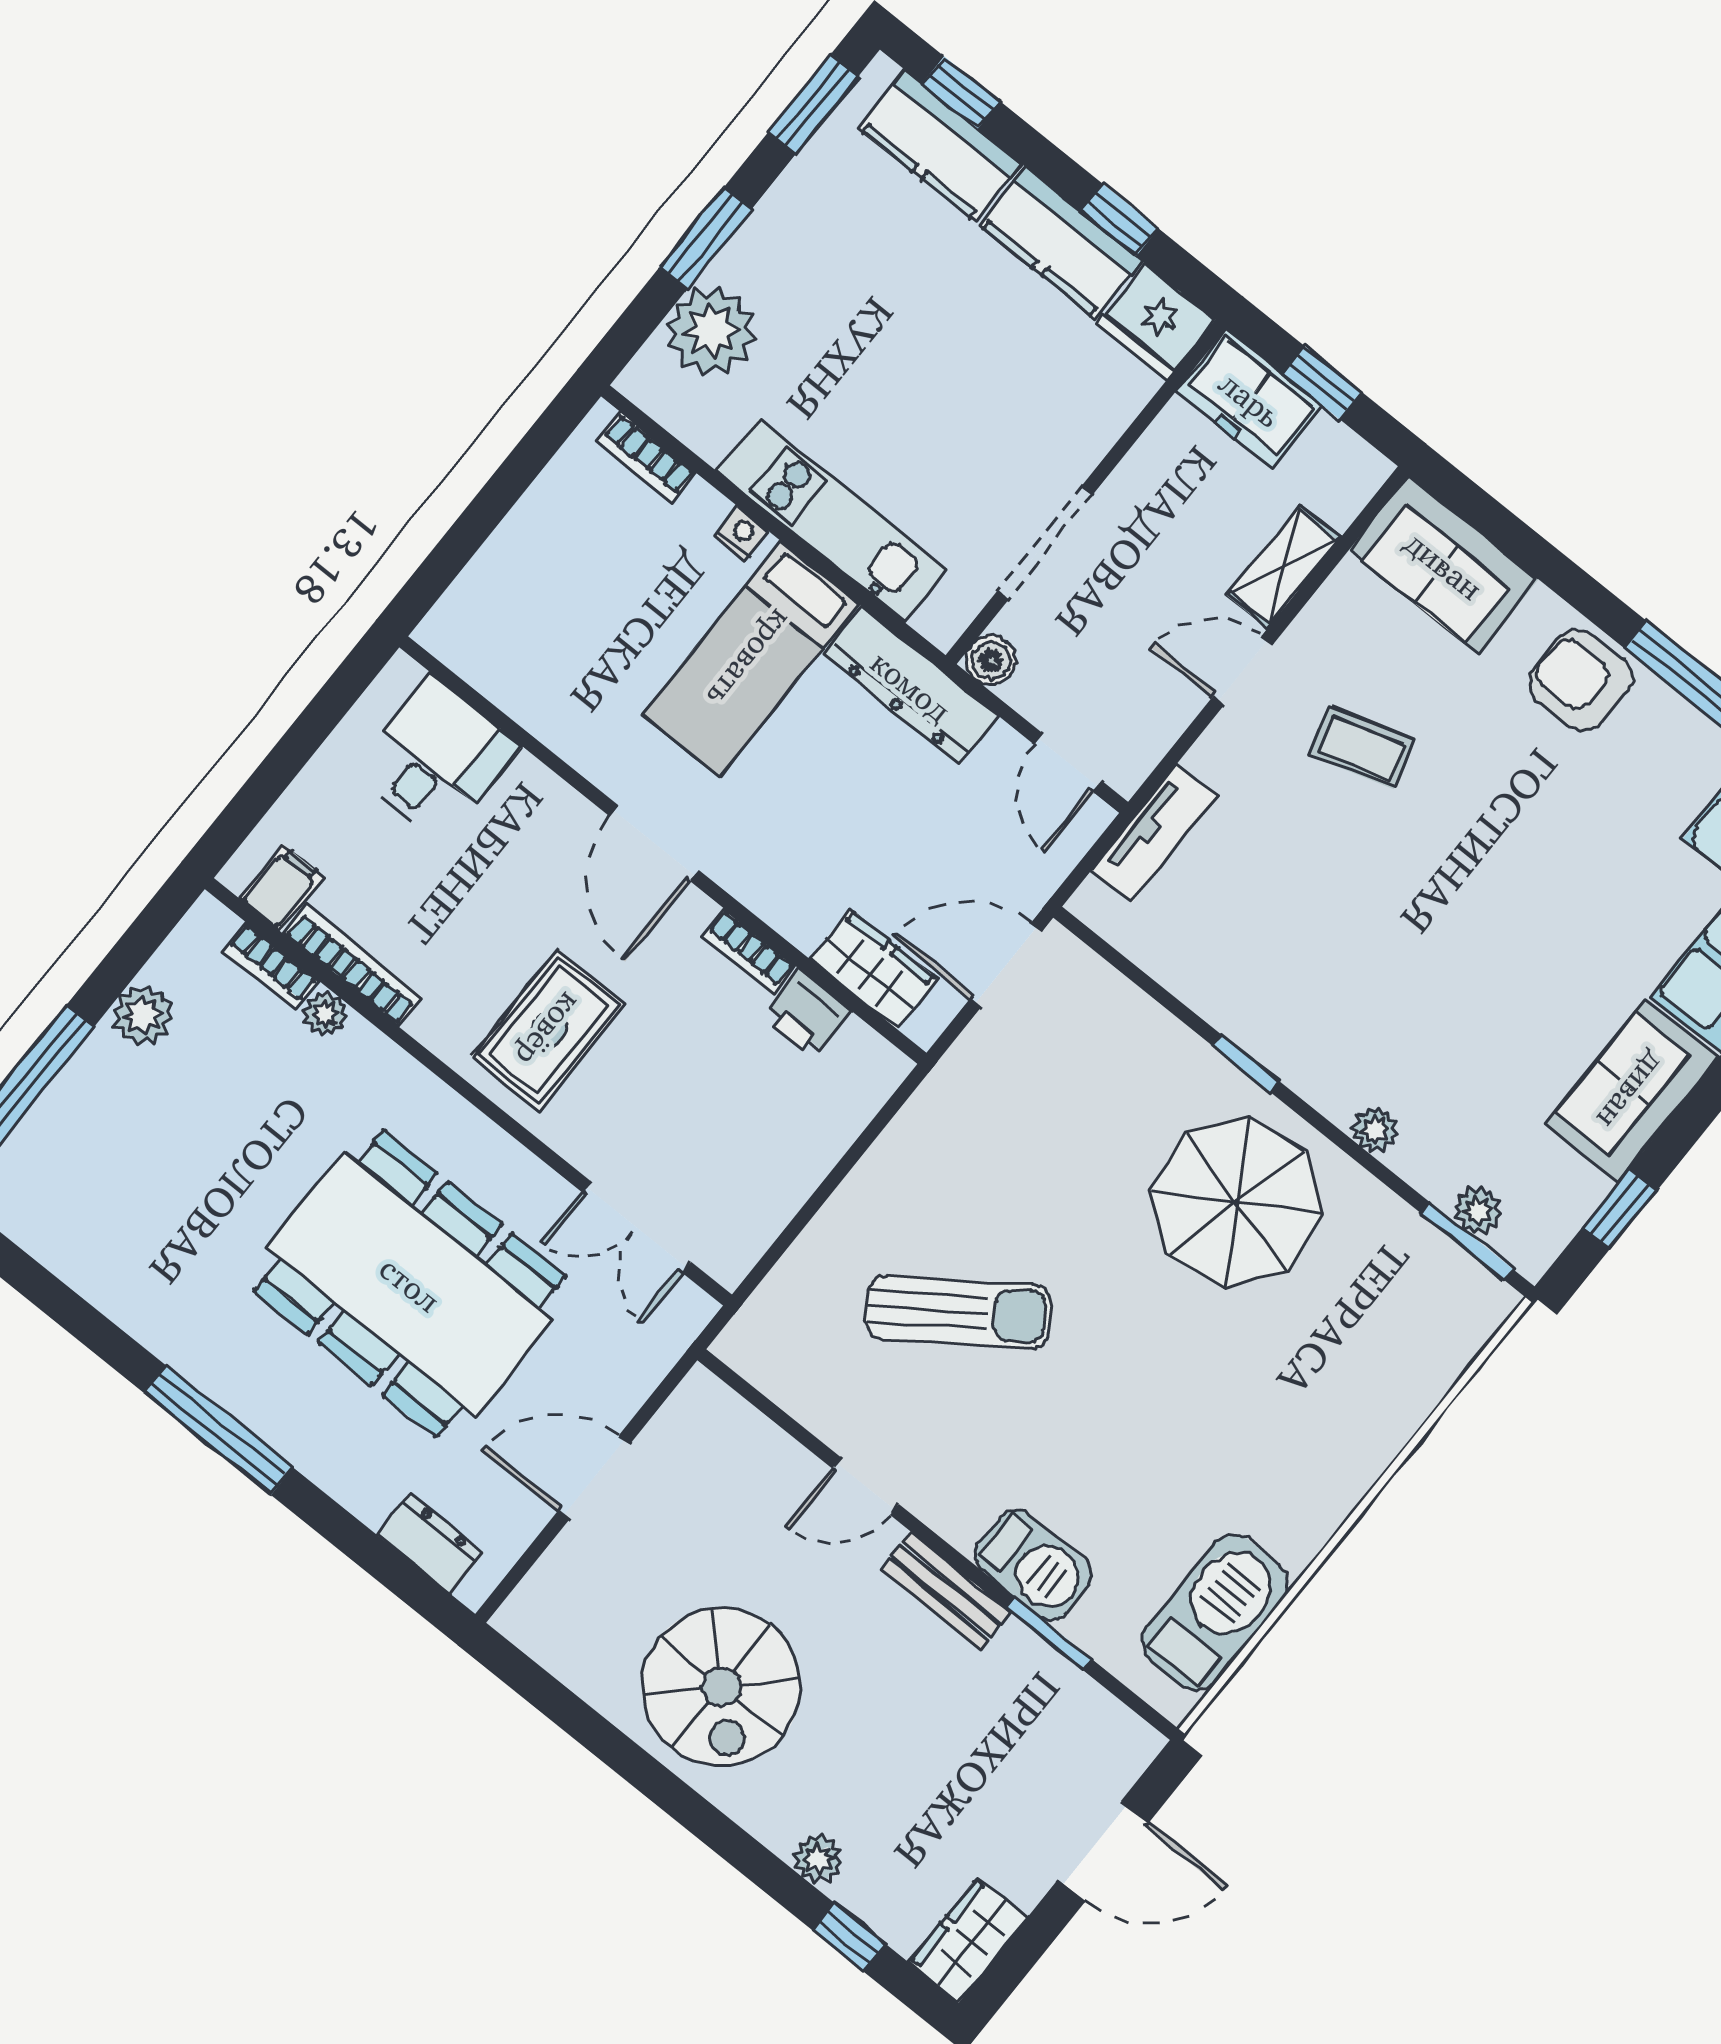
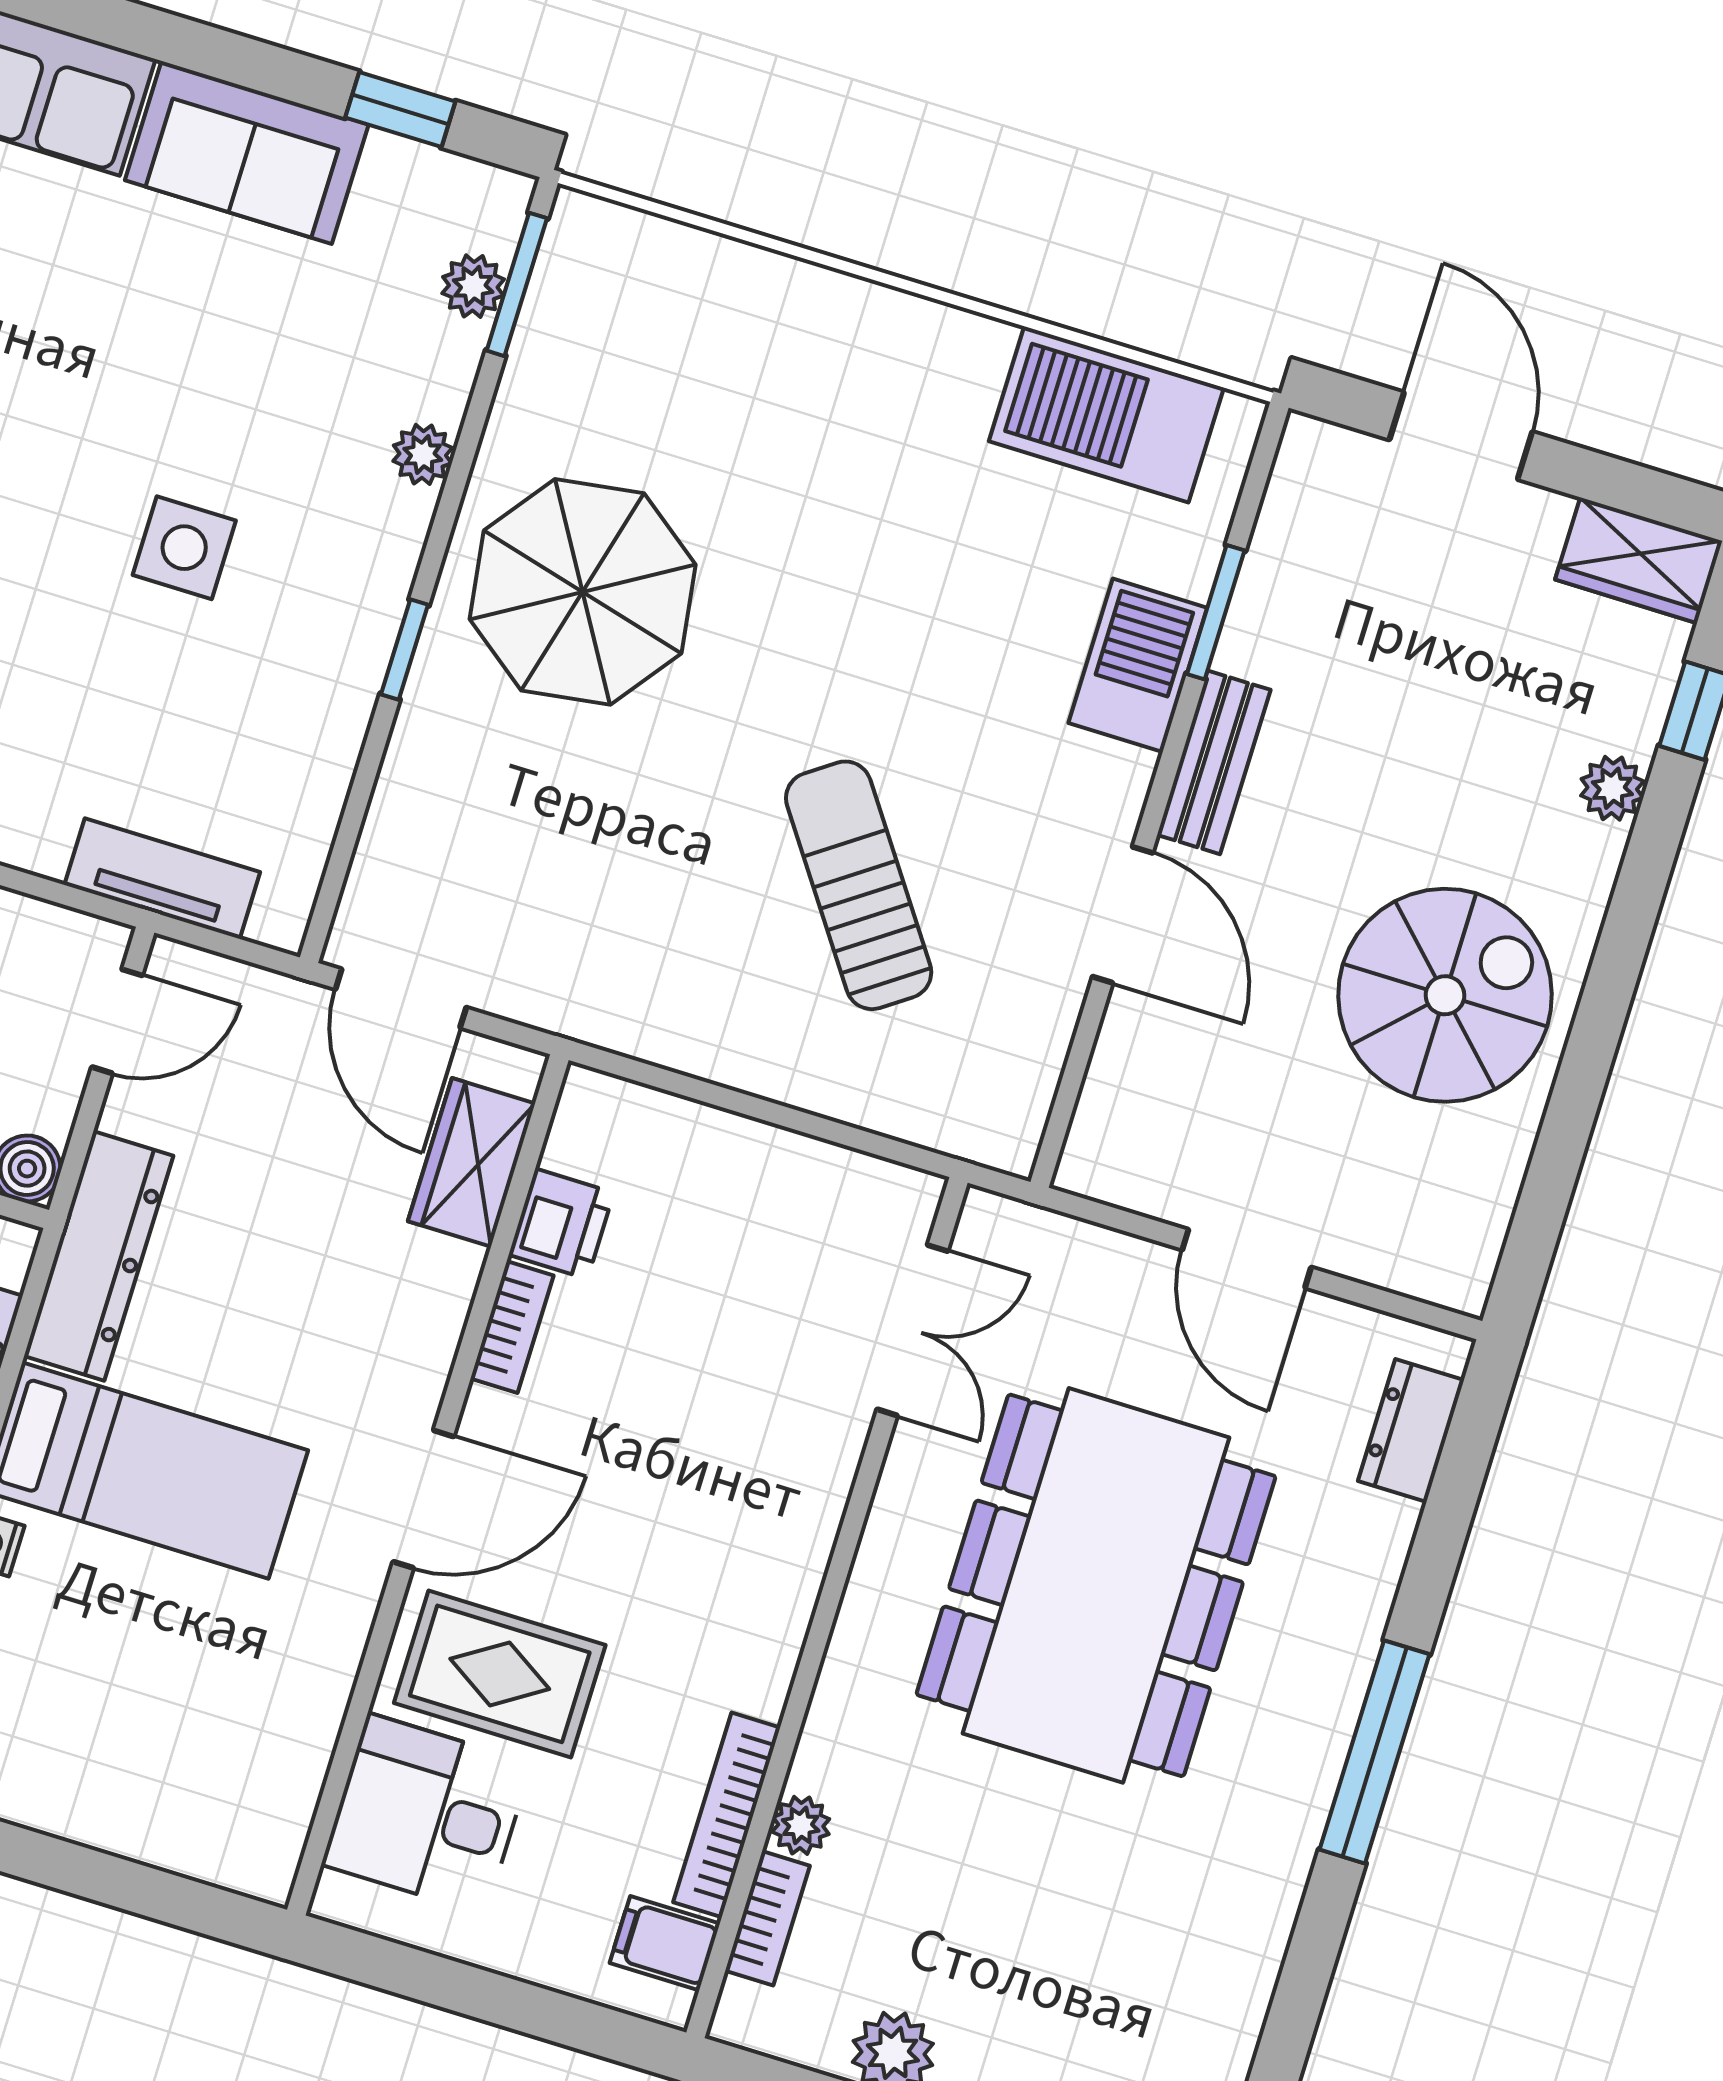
side table: (1377, 939) -> (184, 548), added
rug: (549, 1030) -> (500, 1674), moved
door: (865, 1486) -> (1123, 915), width x1.38

